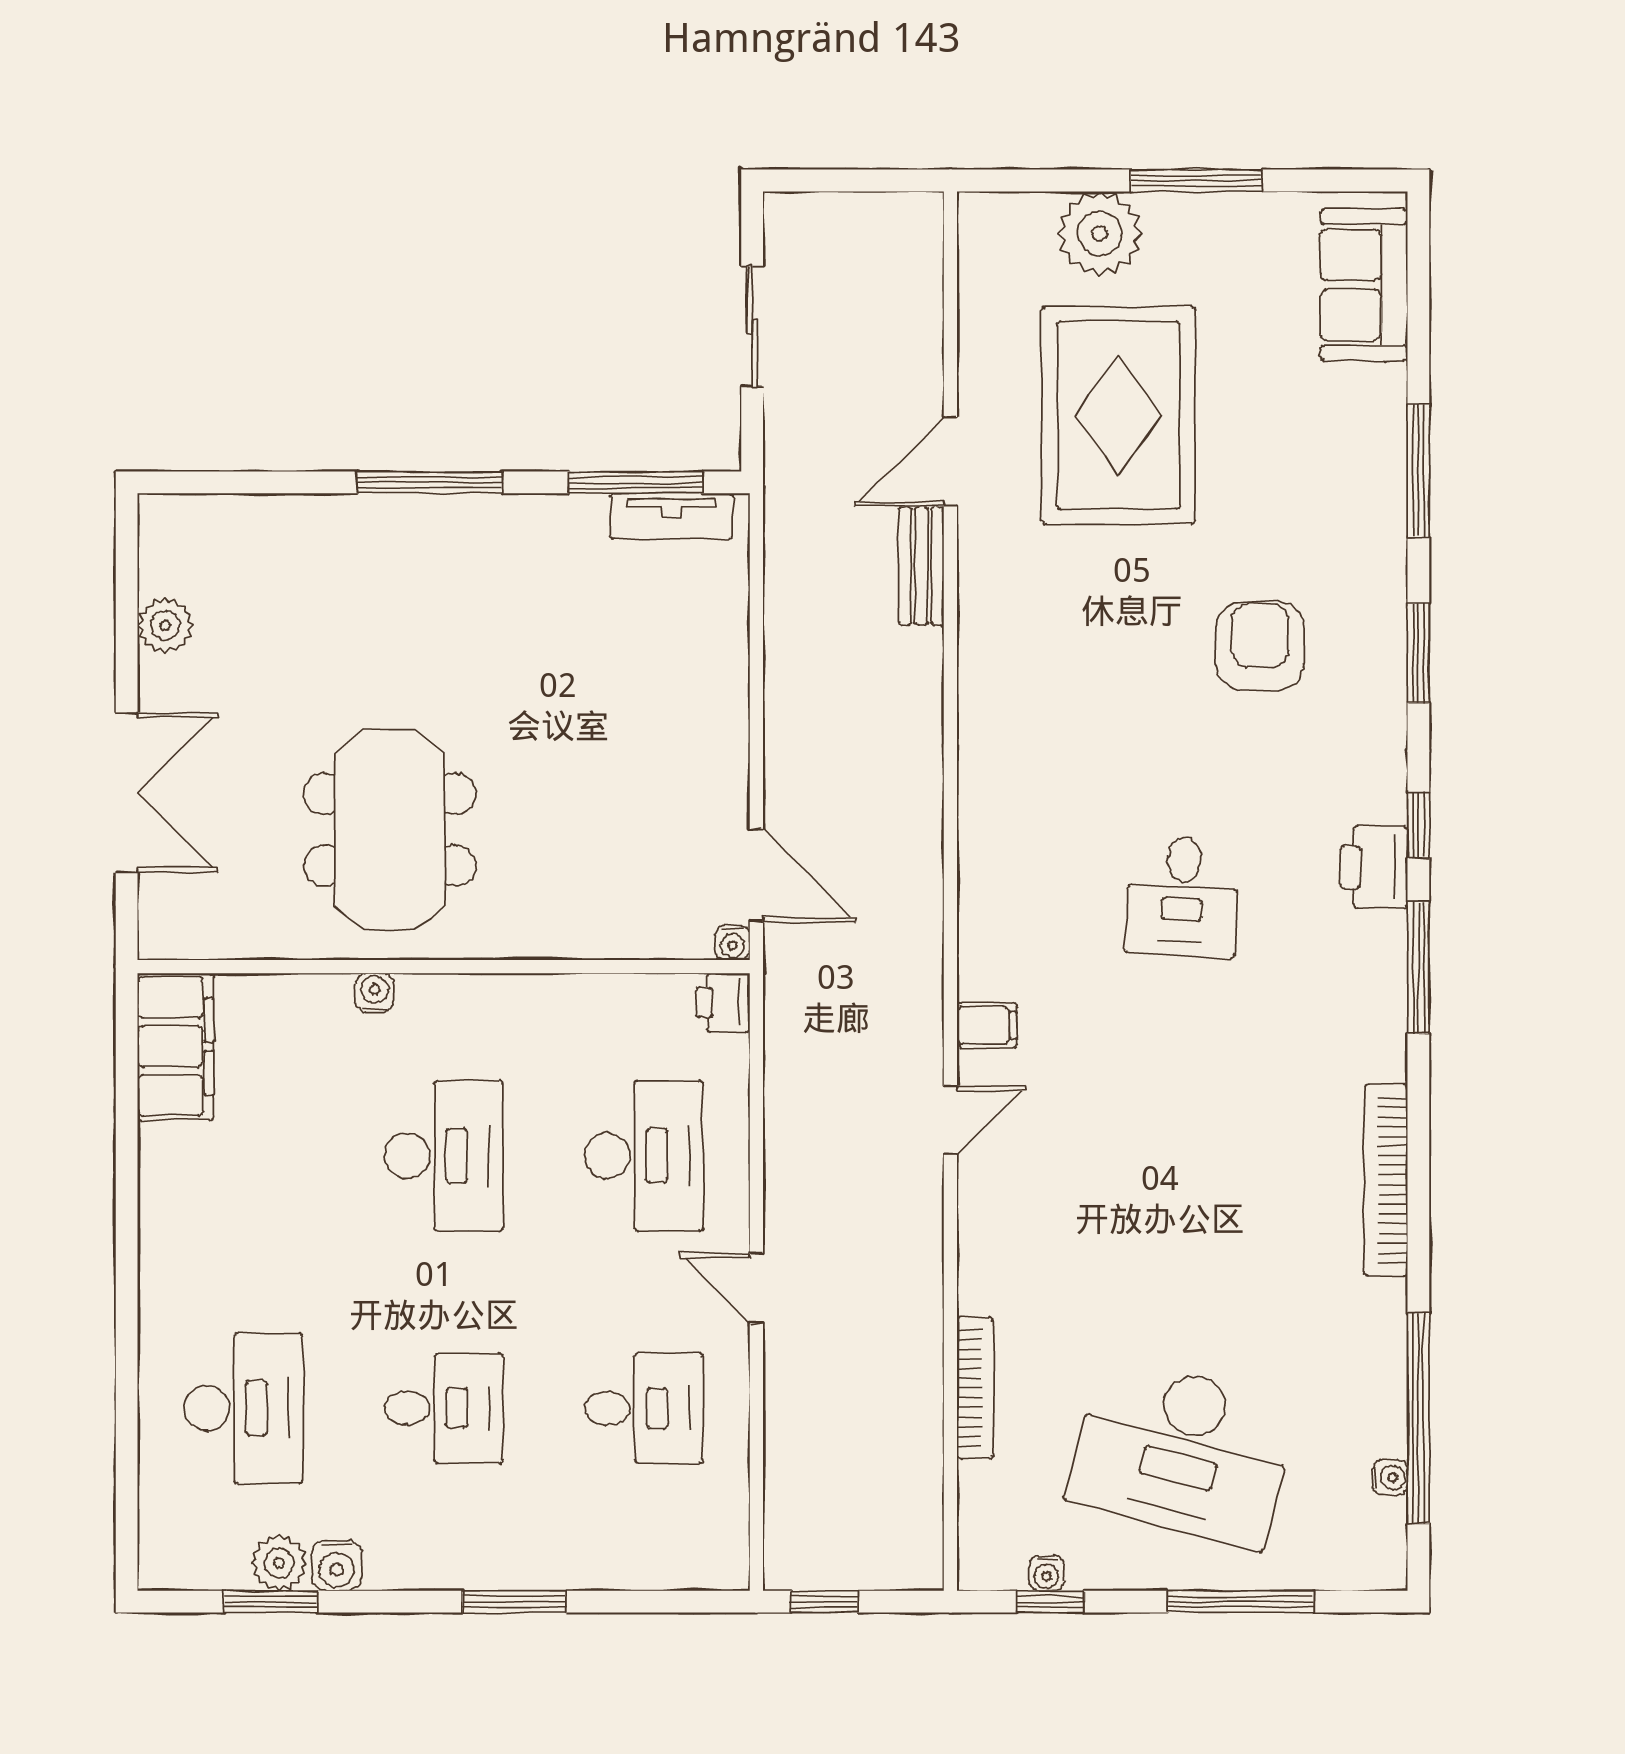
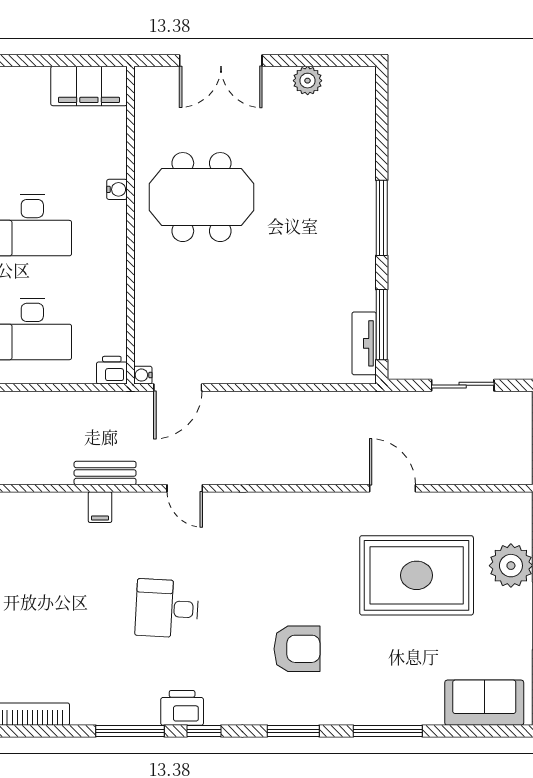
bench: (921, 566) -> (105, 473), moved
door: (950, 1120) -> (185, 488), moved

